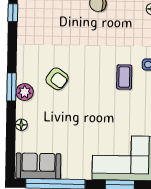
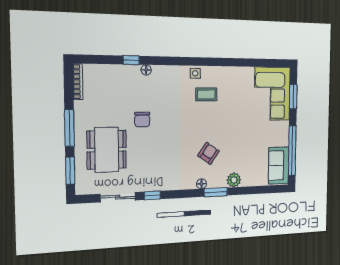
plant: (25, 92) -> (234, 180), moved
floor lamp: (21, 125) -> (201, 184), moved

